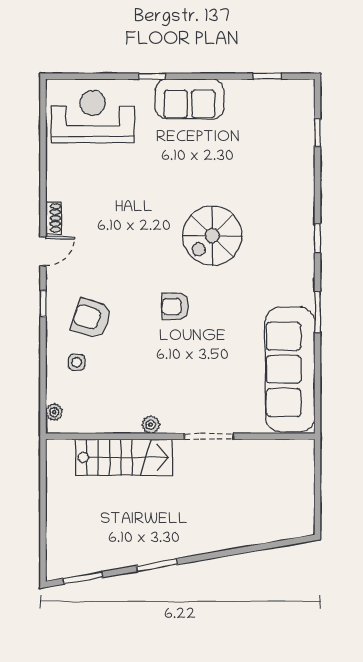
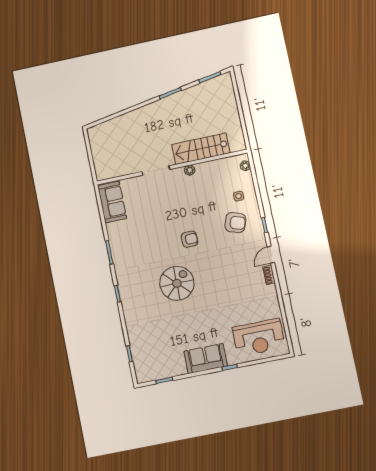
sofa: (290, 369) -> (112, 202), width x0.54, depth x0.79

